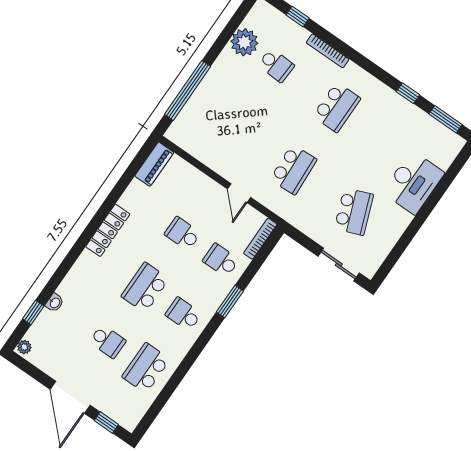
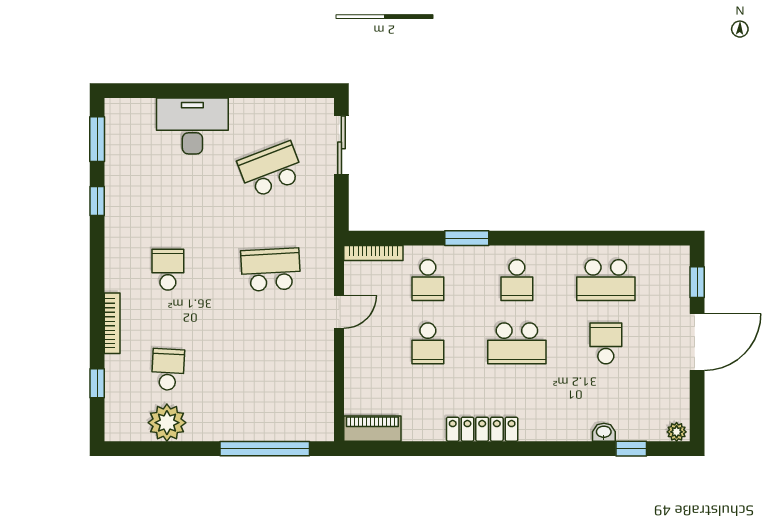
school desk: (337, 107) -> (168, 270), width x0.54

